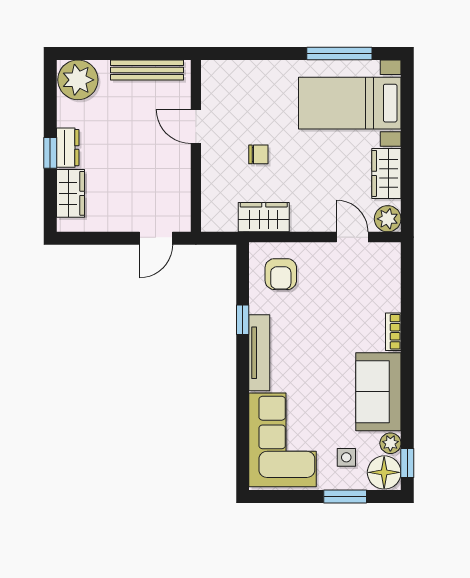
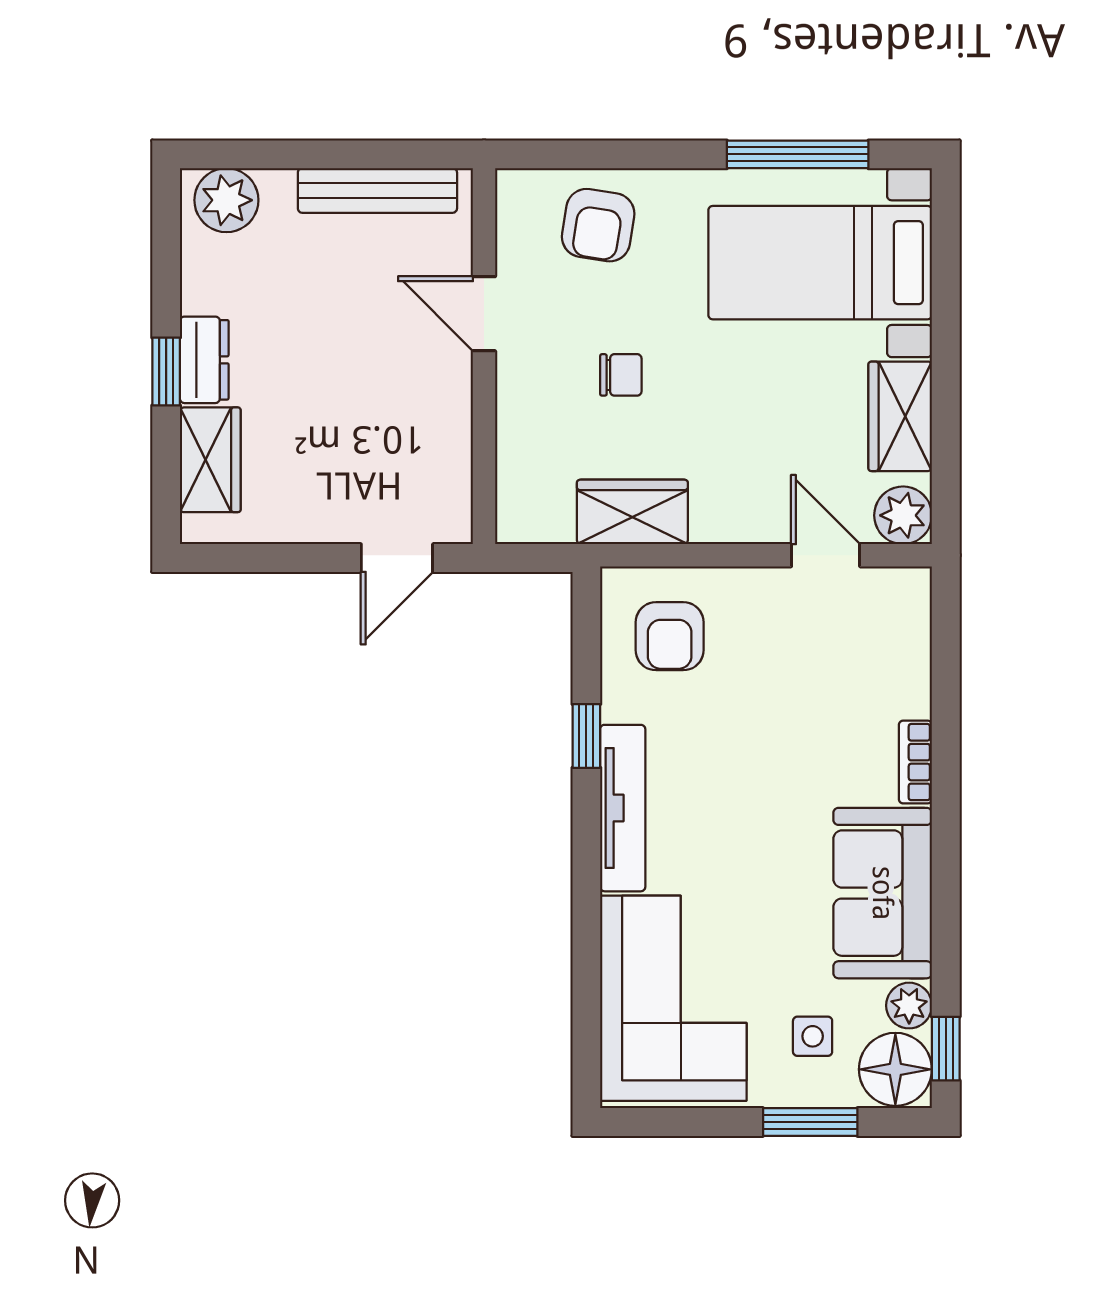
plant: (78, 80) -> (226, 200), width x0.73, depth x0.73
armchair: (248, 86) -> (598, 225), added

